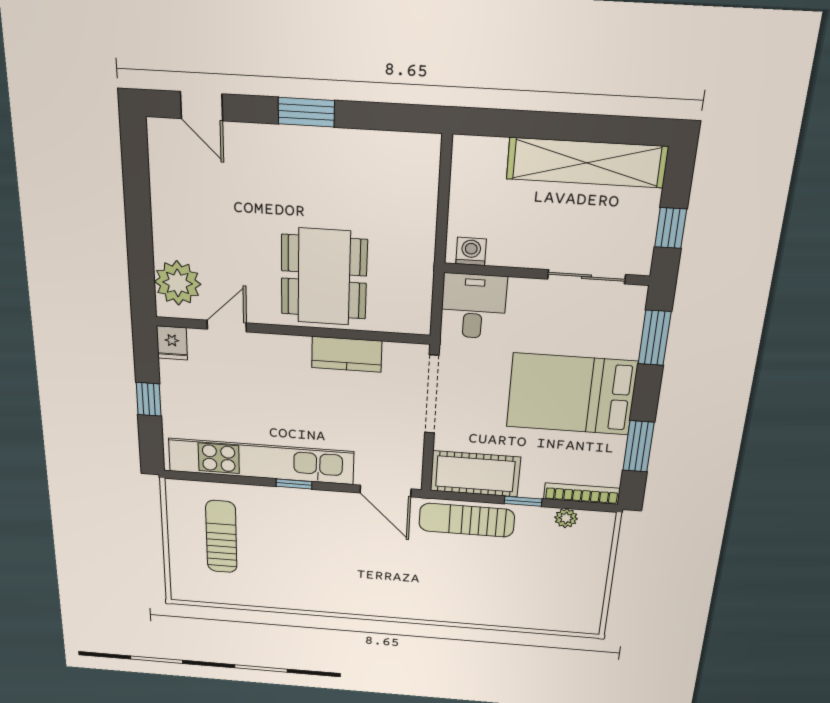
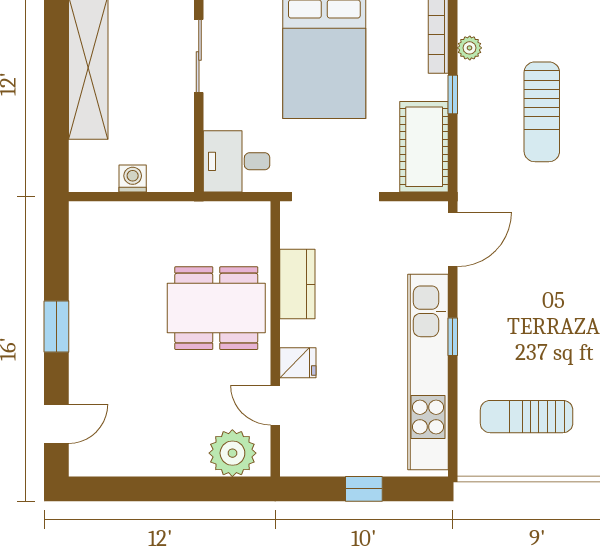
washing machine: (471, 251) -> (133, 178), moved, turned 90
fridge: (172, 343) -> (298, 363), moved
sun lounger: (467, 520) -> (542, 112), moved

